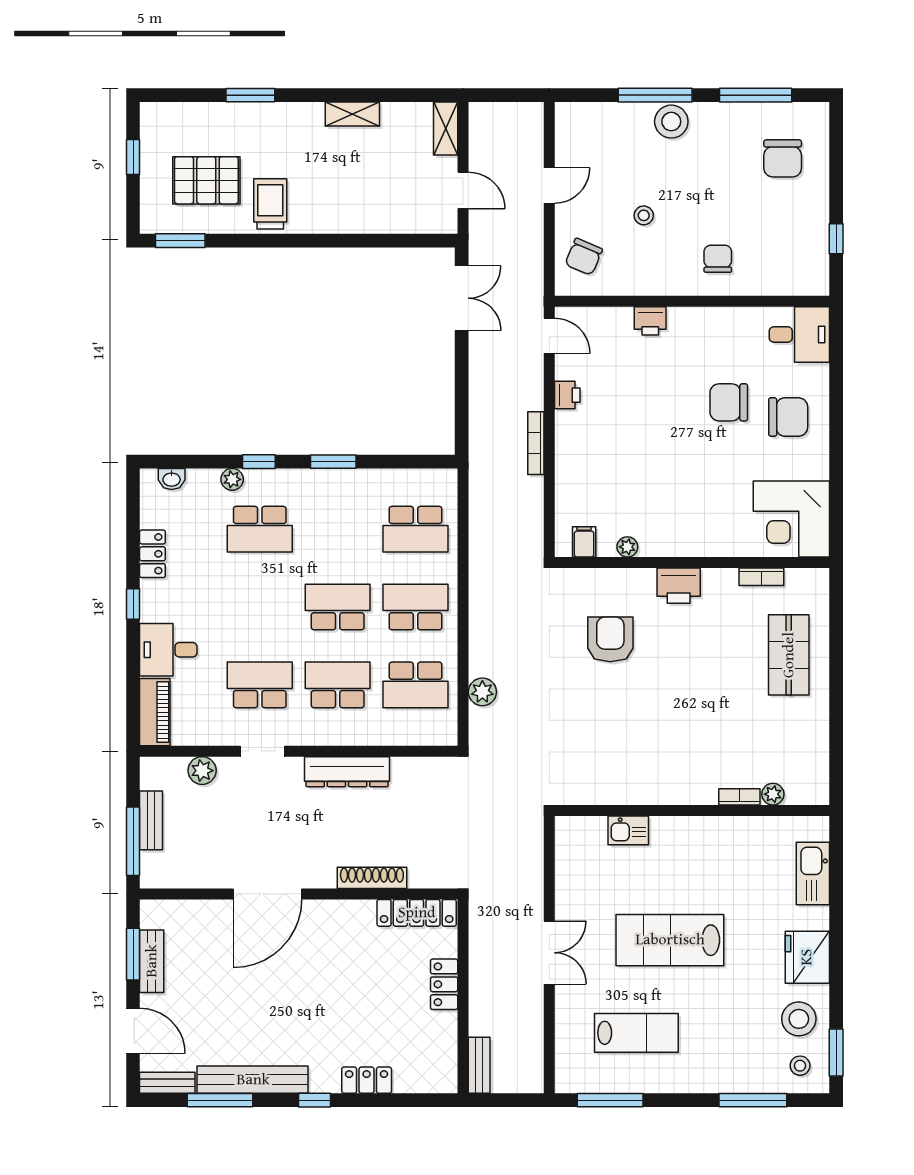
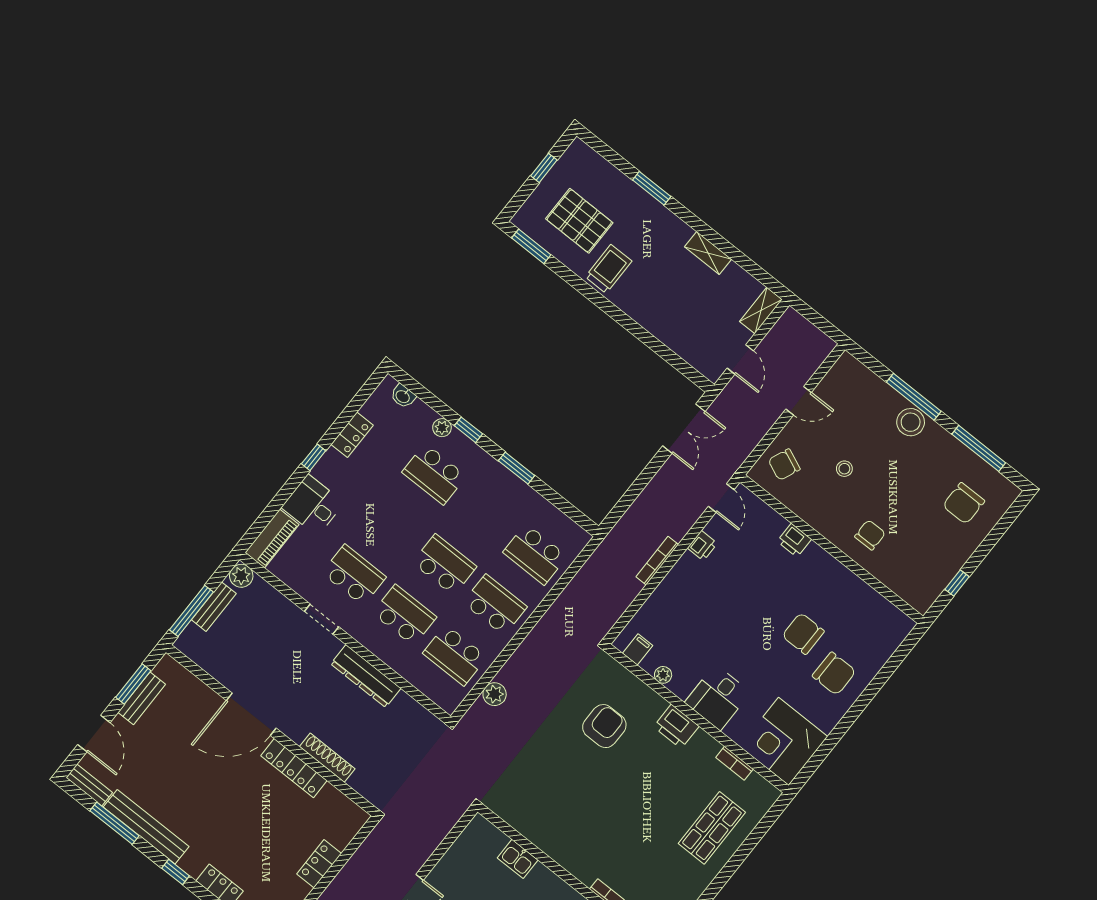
desk: (799, 334) -> (718, 697), moved, turned 90
plant: (202, 771) -> (241, 576), moved
locker: (417, 913) -> (294, 768), moved

